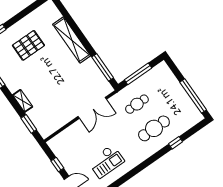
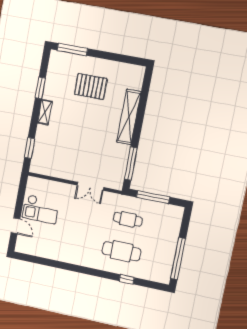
shelving: (23, 101) -> (45, 112), moved
double door: (92, 108) -> (90, 186), width x0.73
checkout: (106, 161) -> (41, 209), moved
window: (57, 165) -> (20, 201), removed

